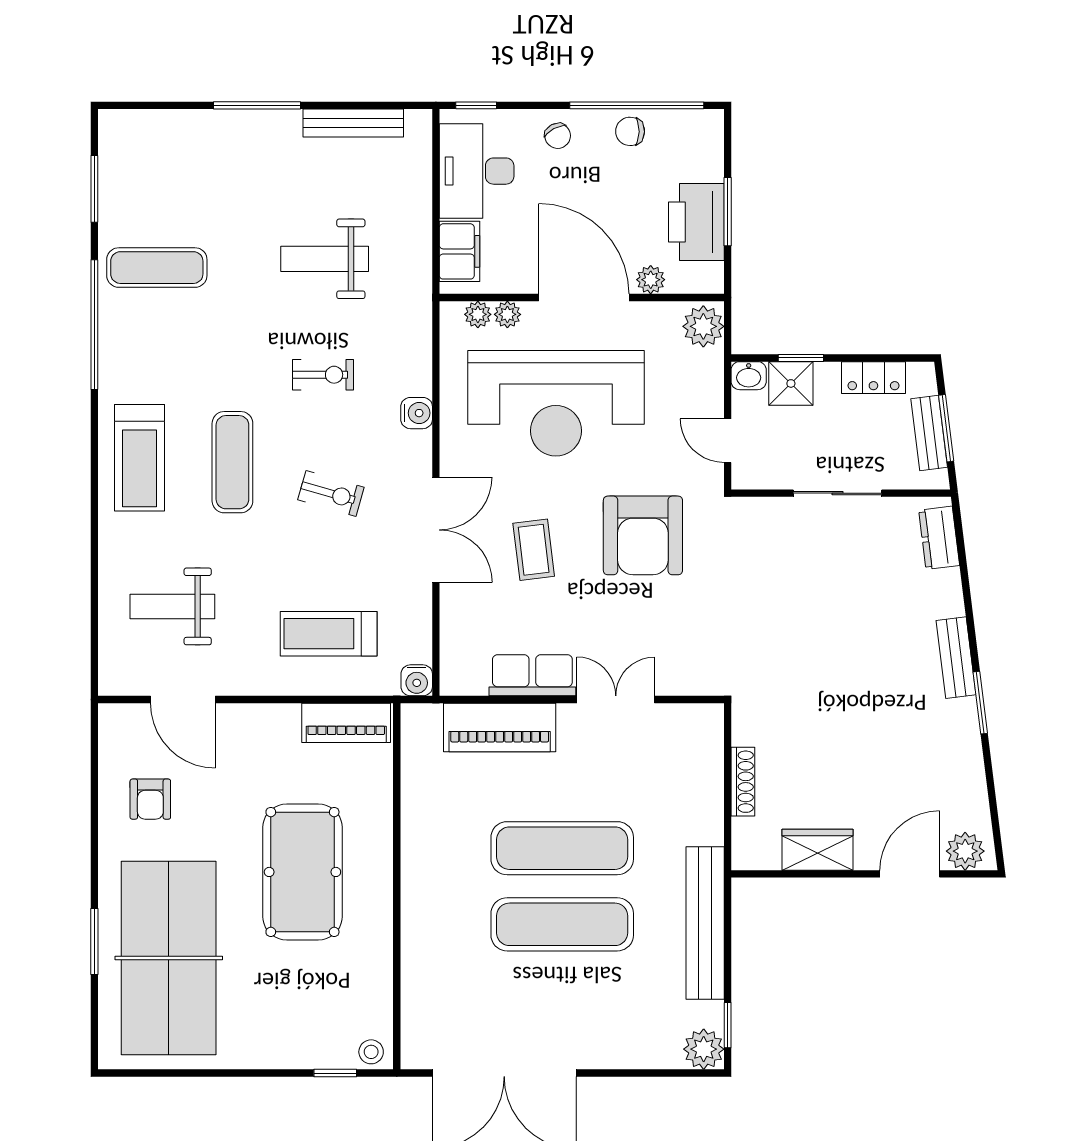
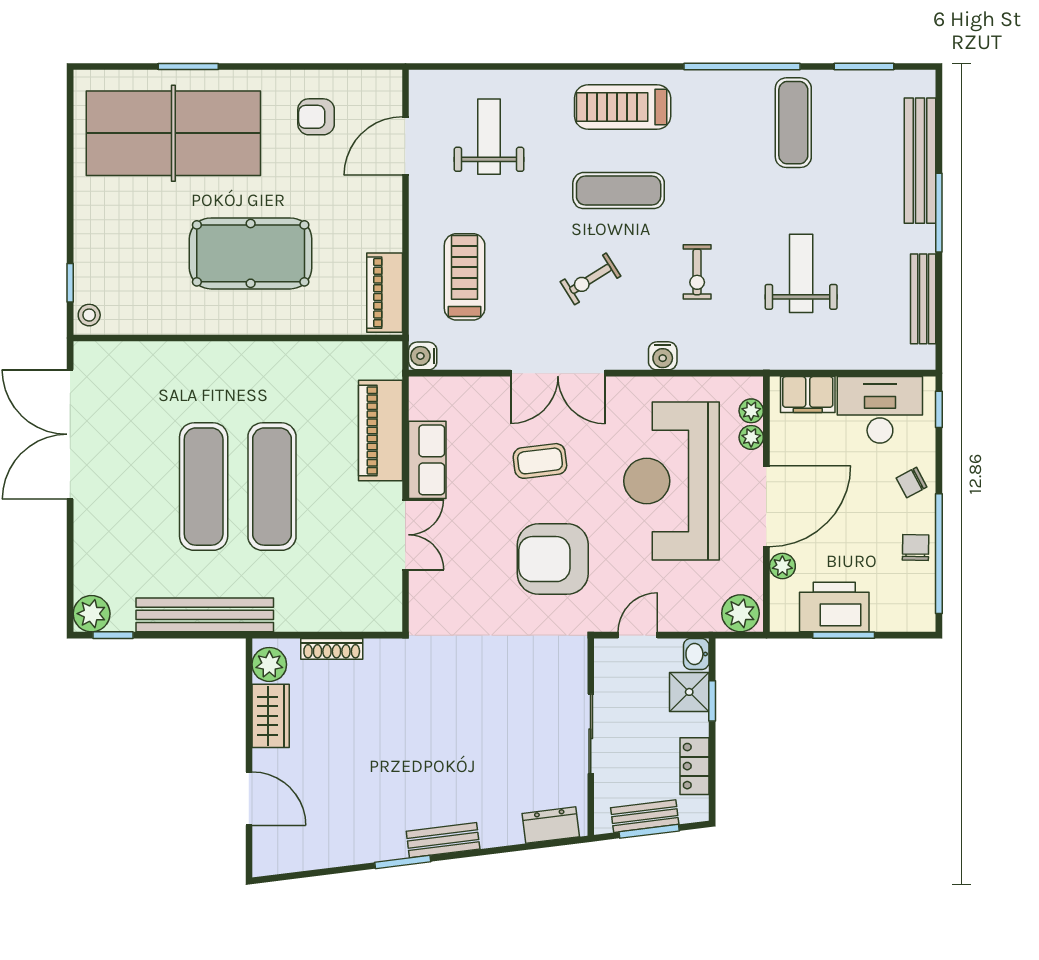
bench: (199, 126) -> (920, 161), added
exercise bike: (331, 493) -> (590, 279), turned 42
plant: (965, 851) -> (269, 664), moved

